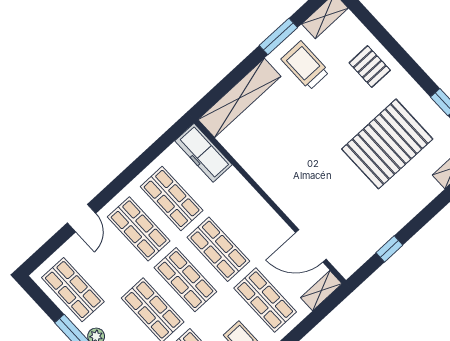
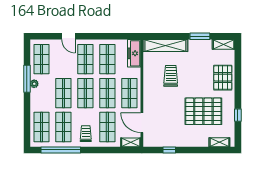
trolley: (305, 66) -> (171, 76), moved
pallet: (370, 67) -> (223, 78), width x1.50, depth x1.42
door: (81, 218) -> (68, 36), hinge flipped
shop shelf: (251, 219) -> (129, 93), added

